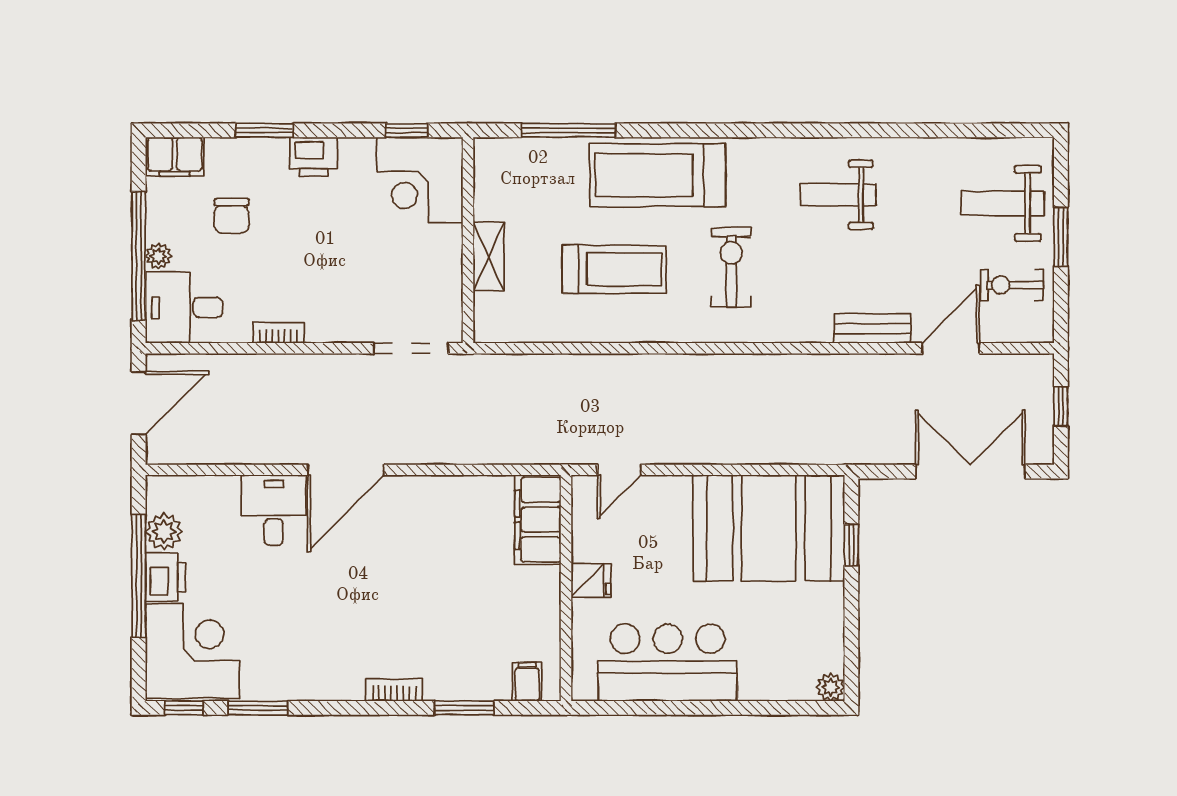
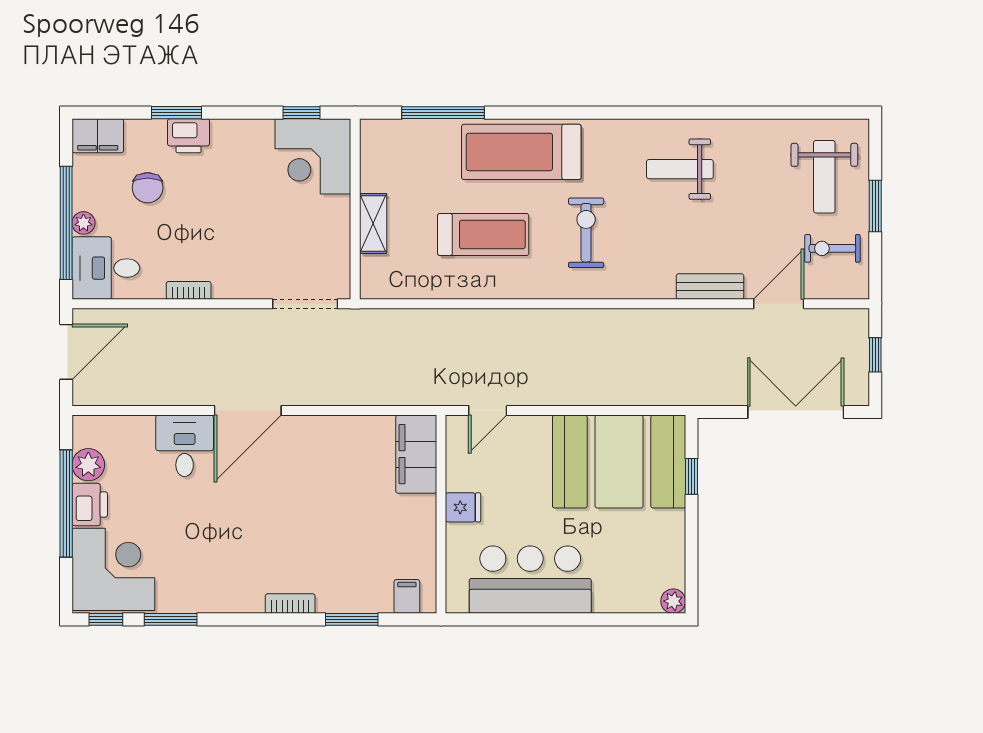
printer: (313, 157) -> (189, 136), moved
weight bench: (1003, 203) -> (824, 177), turned -90

